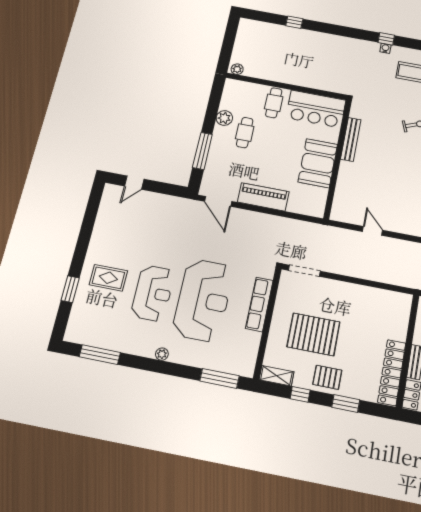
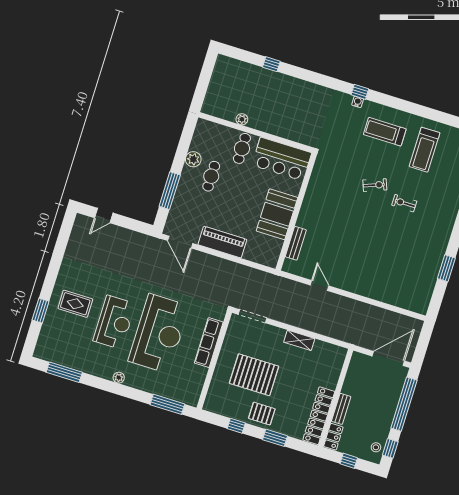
plant: (237, 69) -> (242, 119), moved
bench: (351, 139) -> (296, 243), moved, width x0.73
shelving: (276, 376) -> (299, 340), moved

